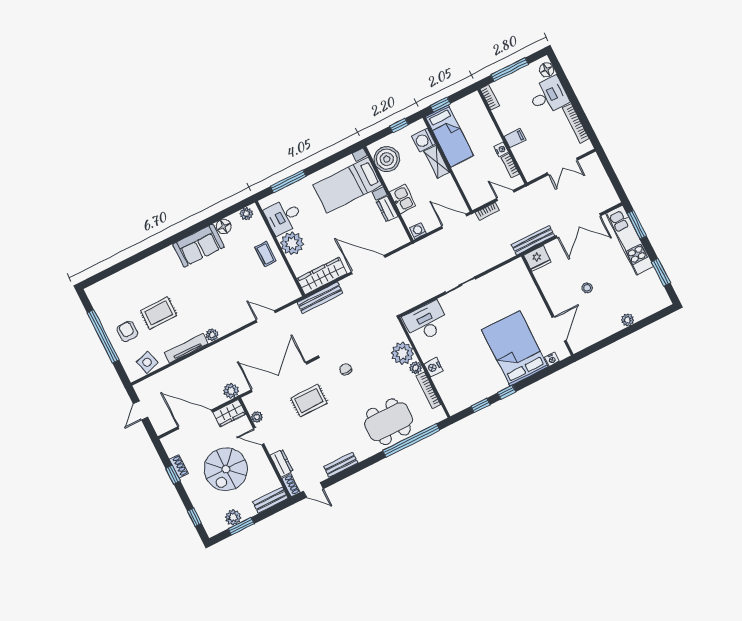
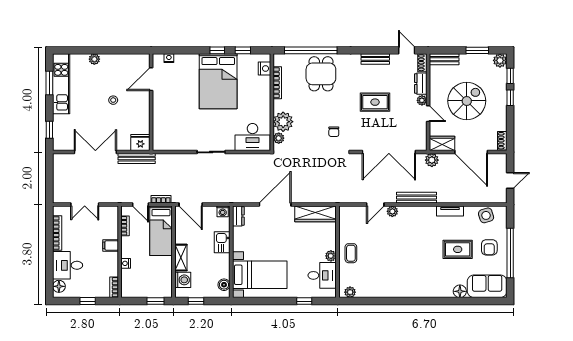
window: (510, 70) -> (88, 301), width x0.46
bed: (449, 136) -> (161, 231), moved, turned 180
nightstand: (501, 149) -> (126, 263), moved
boiler: (387, 159) -> (224, 285), width x0.54, depth x0.54
double door: (562, 167) -> (85, 205), swing flipped
window: (288, 181) -> (304, 301), width x0.46
dresser: (387, 209) -> (238, 216), moved
window: (637, 225) -> (49, 130), width x0.67
floor lamp: (224, 226) -> (460, 291), moved
kitchen unit: (630, 240) -> (61, 84), moved
plant: (292, 243) -> (331, 256), width x0.53, depth x0.53
sofa: (198, 246) -> (487, 286), moved
door: (368, 265) -> (275, 205), swing flipped
bench: (320, 298) -> (417, 198), moved
door: (266, 316) -> (375, 205), hinge flipped
plant: (212, 335) -> (392, 211), moved
tv unit: (186, 348) -> (450, 211), width x0.71
bed: (515, 348) -> (218, 81), moved
nightstand: (433, 367) -> (265, 69), moved
plant: (416, 368) -> (279, 138), moved
rug: (309, 400) -> (375, 102), moved
plant: (257, 417) -> (422, 100), moved
dining table: (389, 422) -> (321, 74), width x0.73
shoe rack: (179, 466) -> (502, 141), moved
window: (173, 475) -> (510, 98), moved
plant: (233, 517) -> (500, 60), moved

